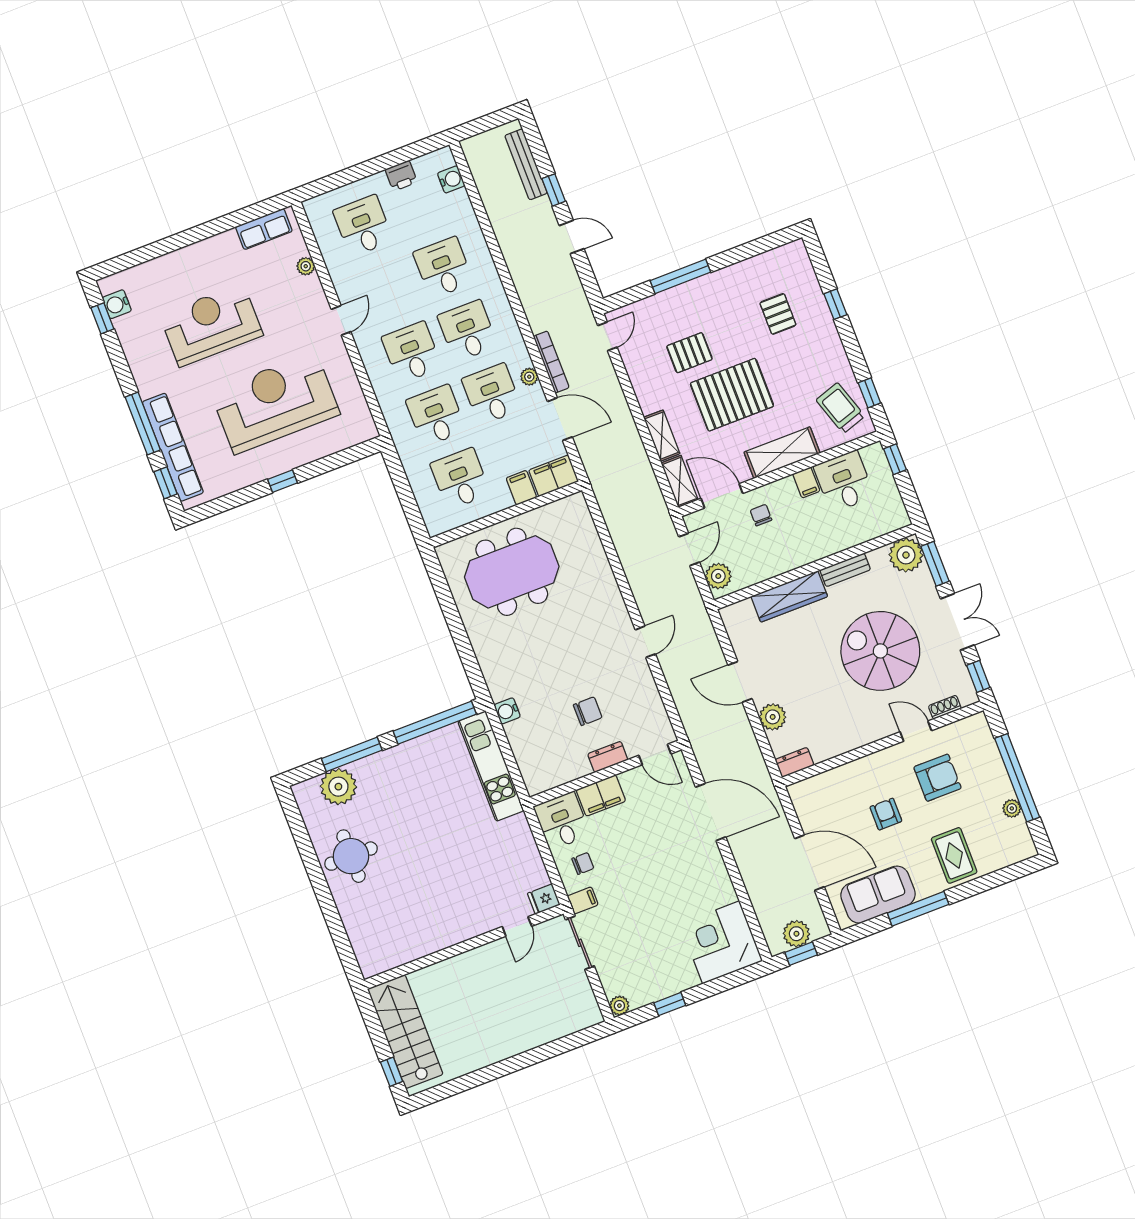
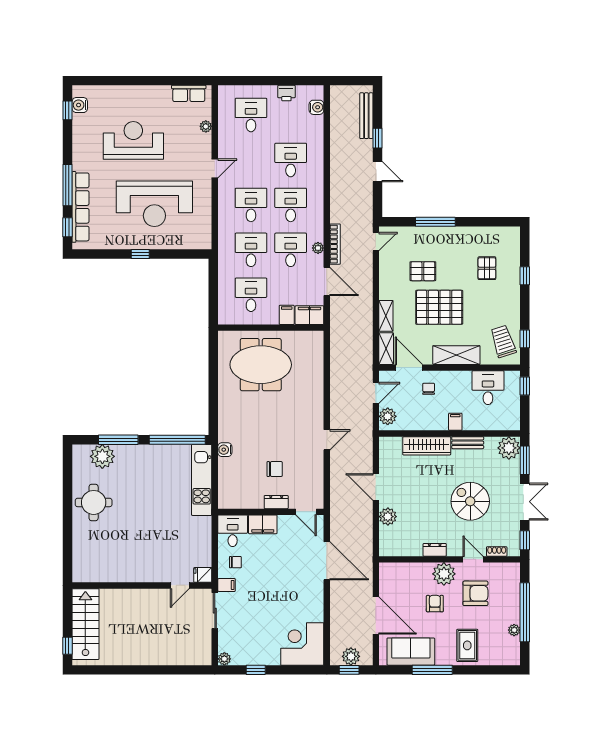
reception desk: (275, 403) -> (154, 204), turned 180
filing cabinet: (806, 482) -> (455, 422), moved, turned 180
spiral stairs: (880, 651) -> (470, 501), width x0.73, depth x0.73
dresser: (794, 762) -> (435, 550), moved
plant: (883, 767) -> (444, 574), added

